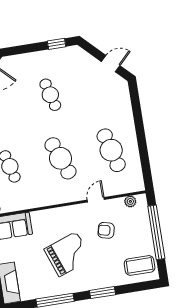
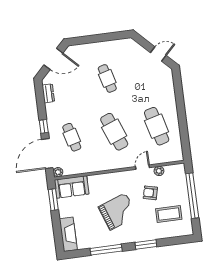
window: (57, 44) -> (114, 36), removed
plant: (130, 201) -> (159, 171), moved
coffee table: (140, 265) -> (169, 214), moved

